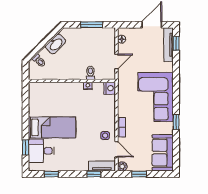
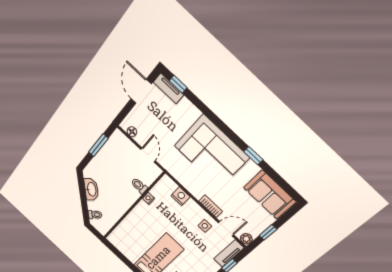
tv unit: (169, 45) -> (168, 88), width x0.71
nightstand: (110, 88) -> (181, 196), moved

